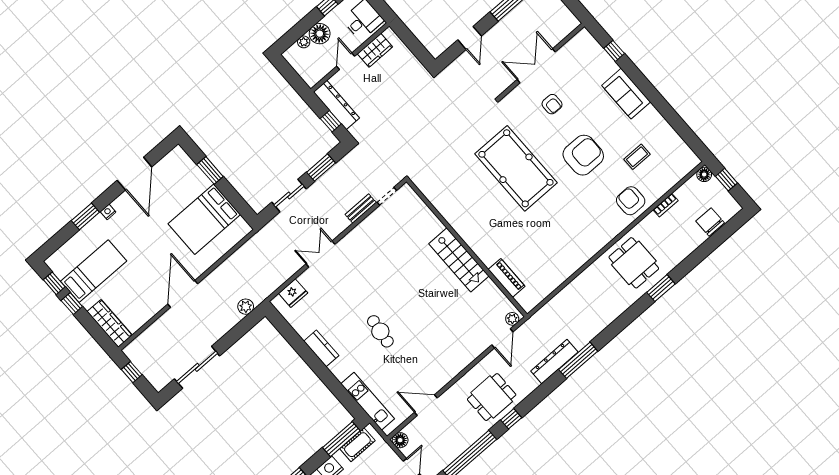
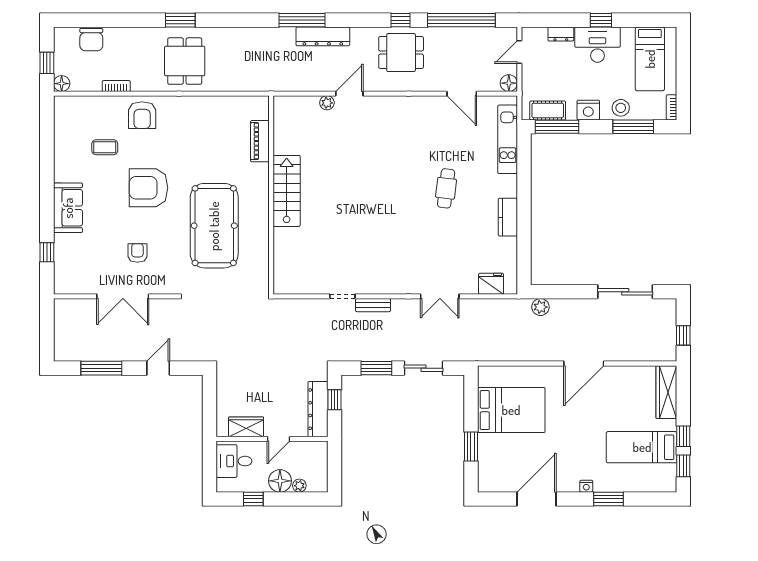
wall: (467, 248) -> (271, 195), moved
stairs: (459, 260) -> (287, 191), moved
piano: (507, 278) -> (260, 141), moved

